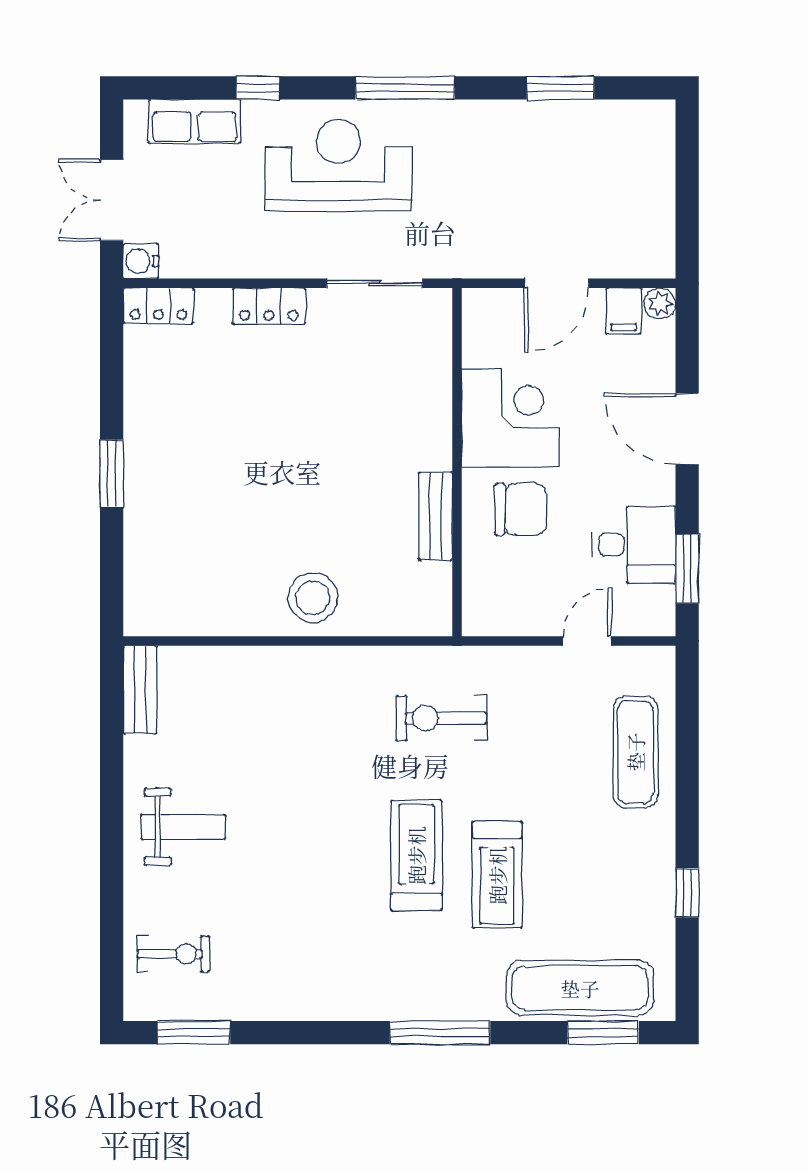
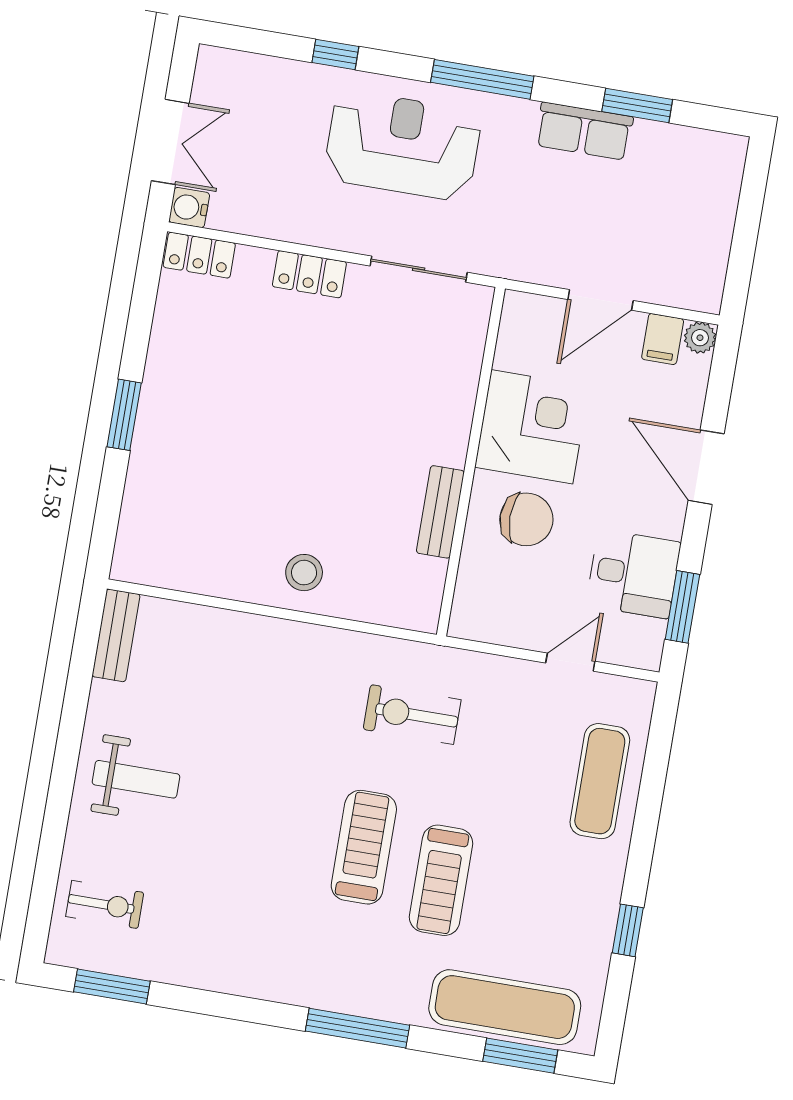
row of seats: (195, 121) -> (584, 131), moved
double door: (112, 200) -> (170, 142), swing flipped
stool: (313, 598) -> (304, 573), width x0.73, depth x0.73

